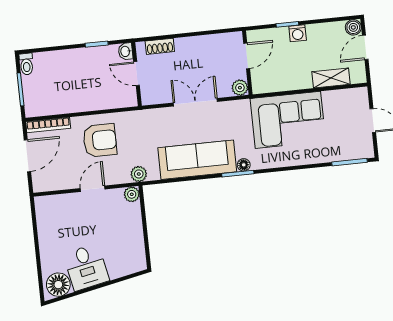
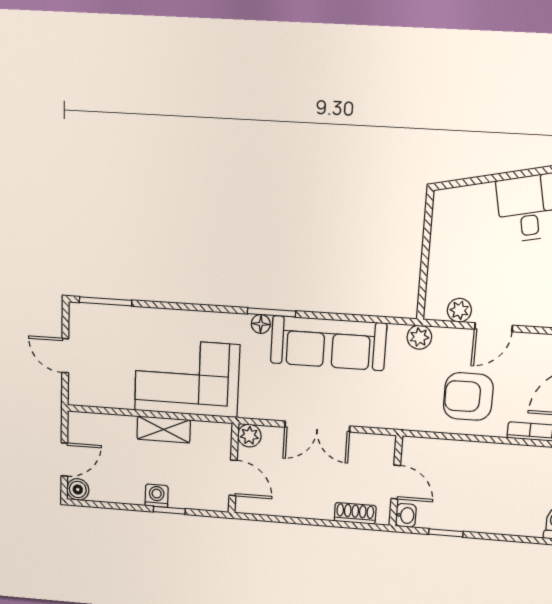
door: (247, 56) -> (233, 478), swing flipped
shelving: (331, 78) -> (164, 429), moved
plant: (132, 194) -> (459, 310), moved

